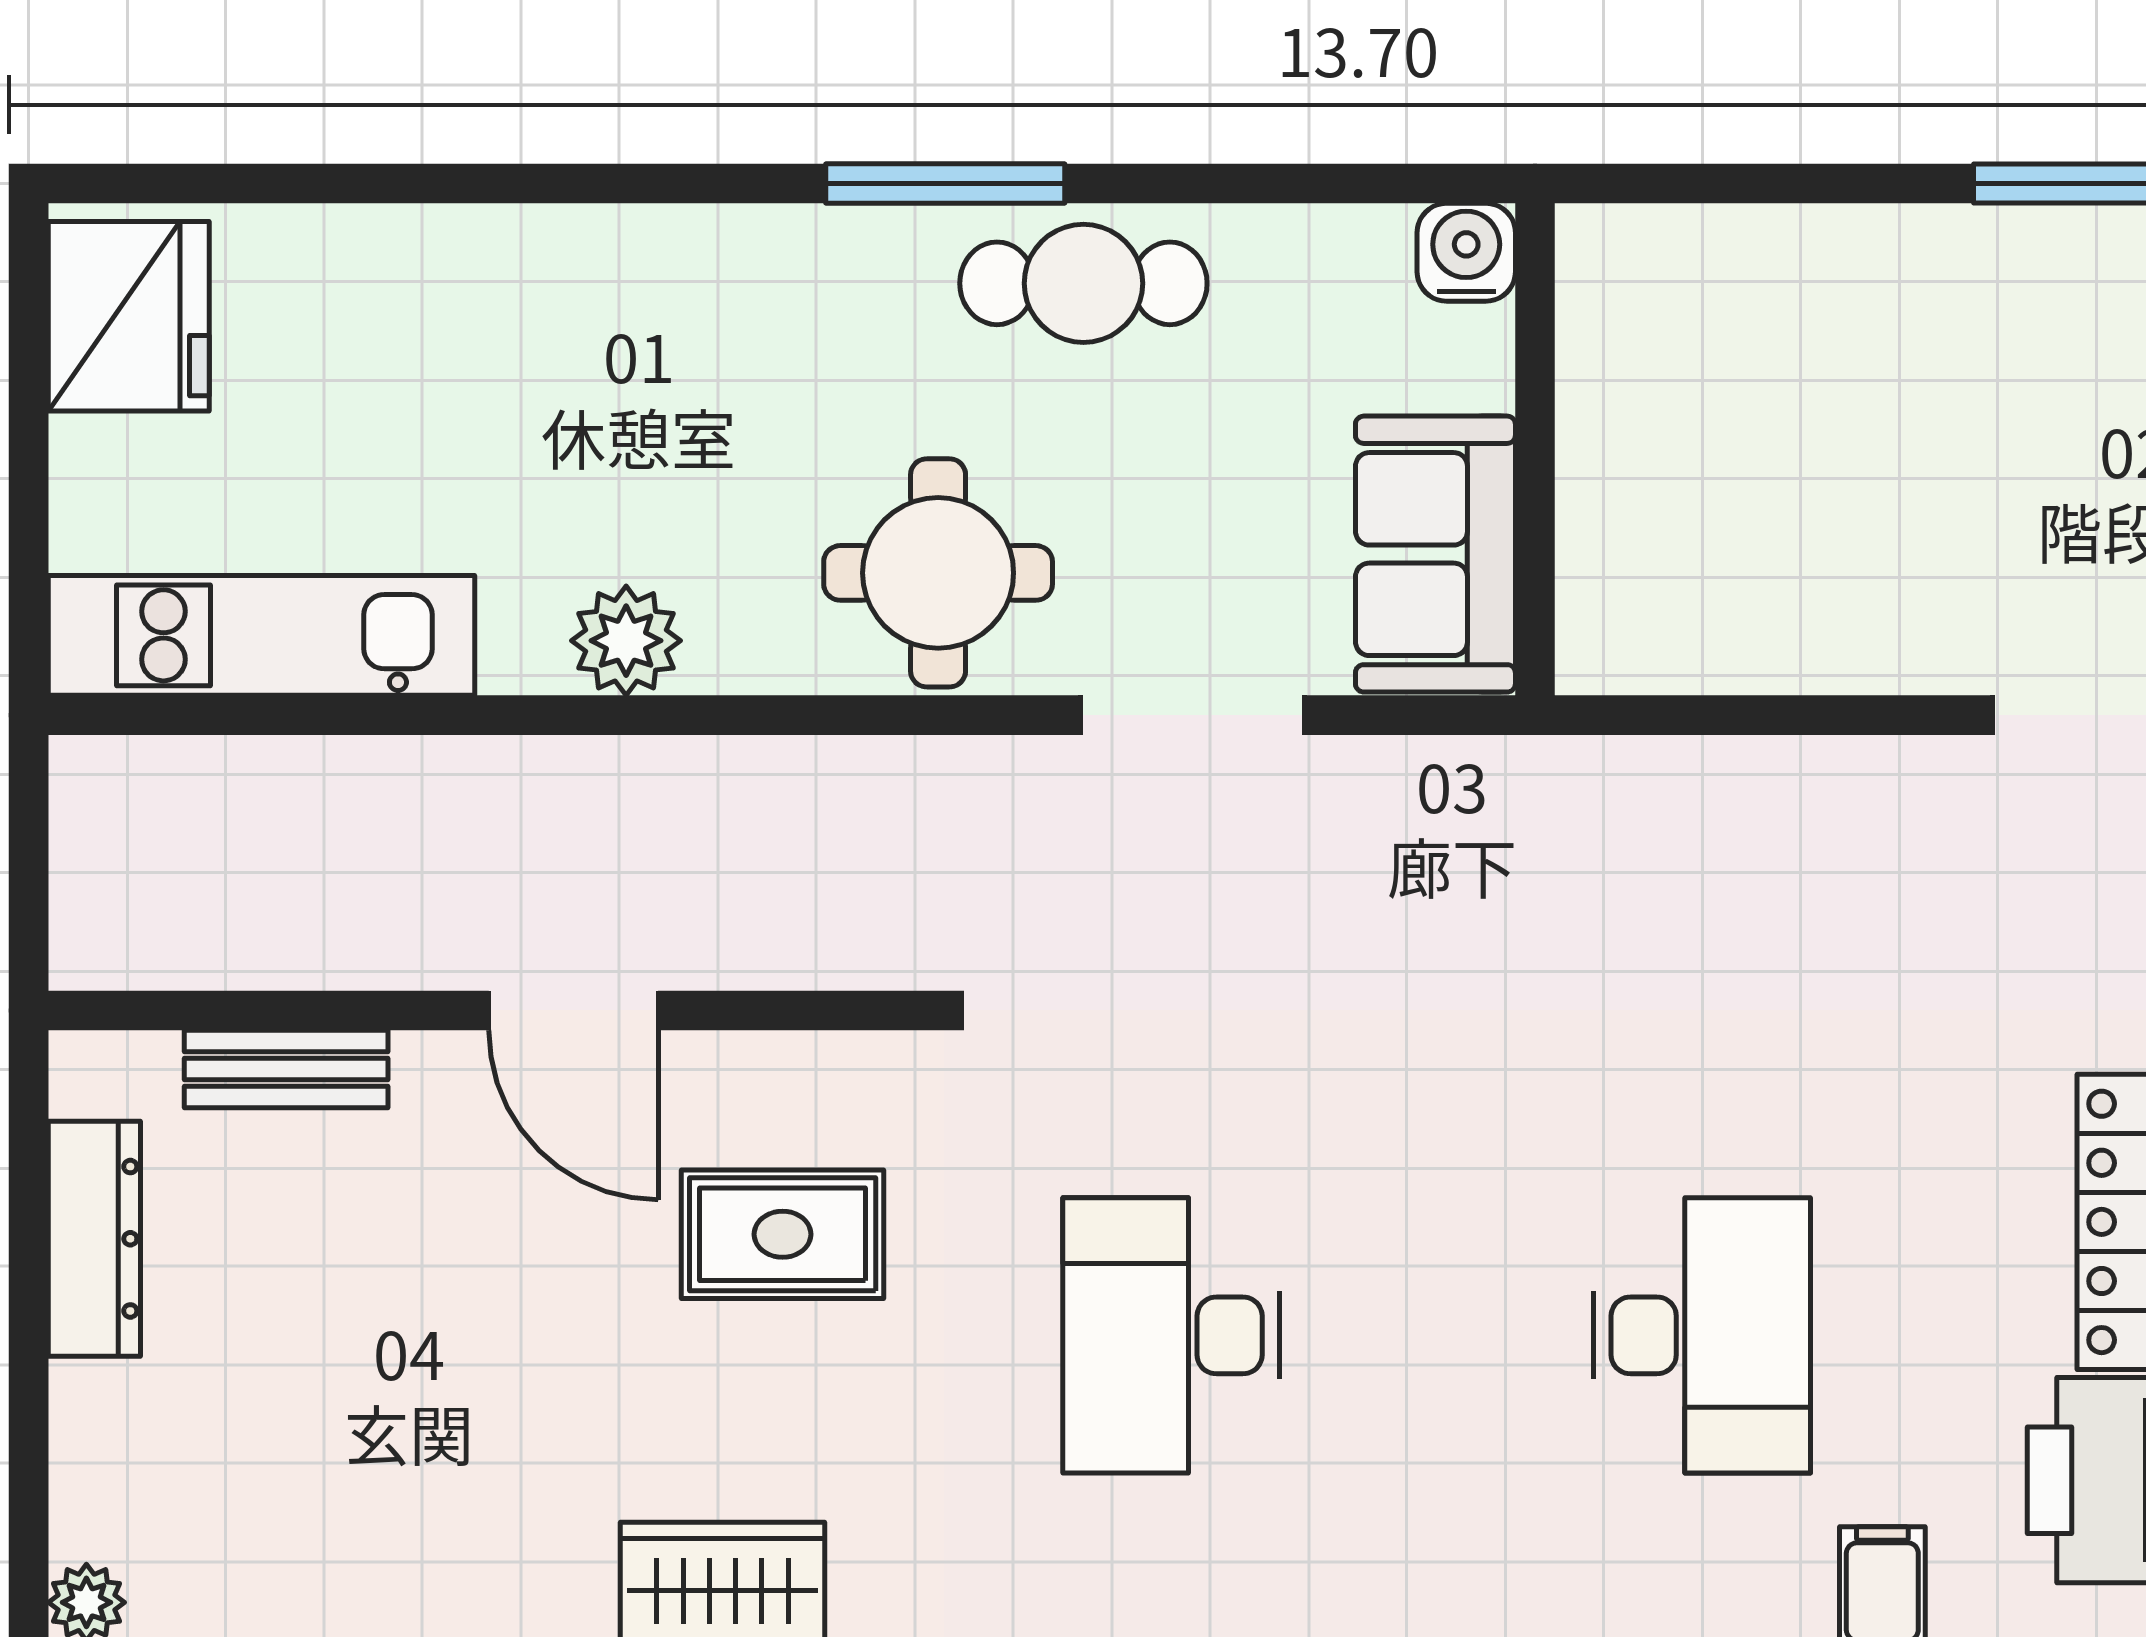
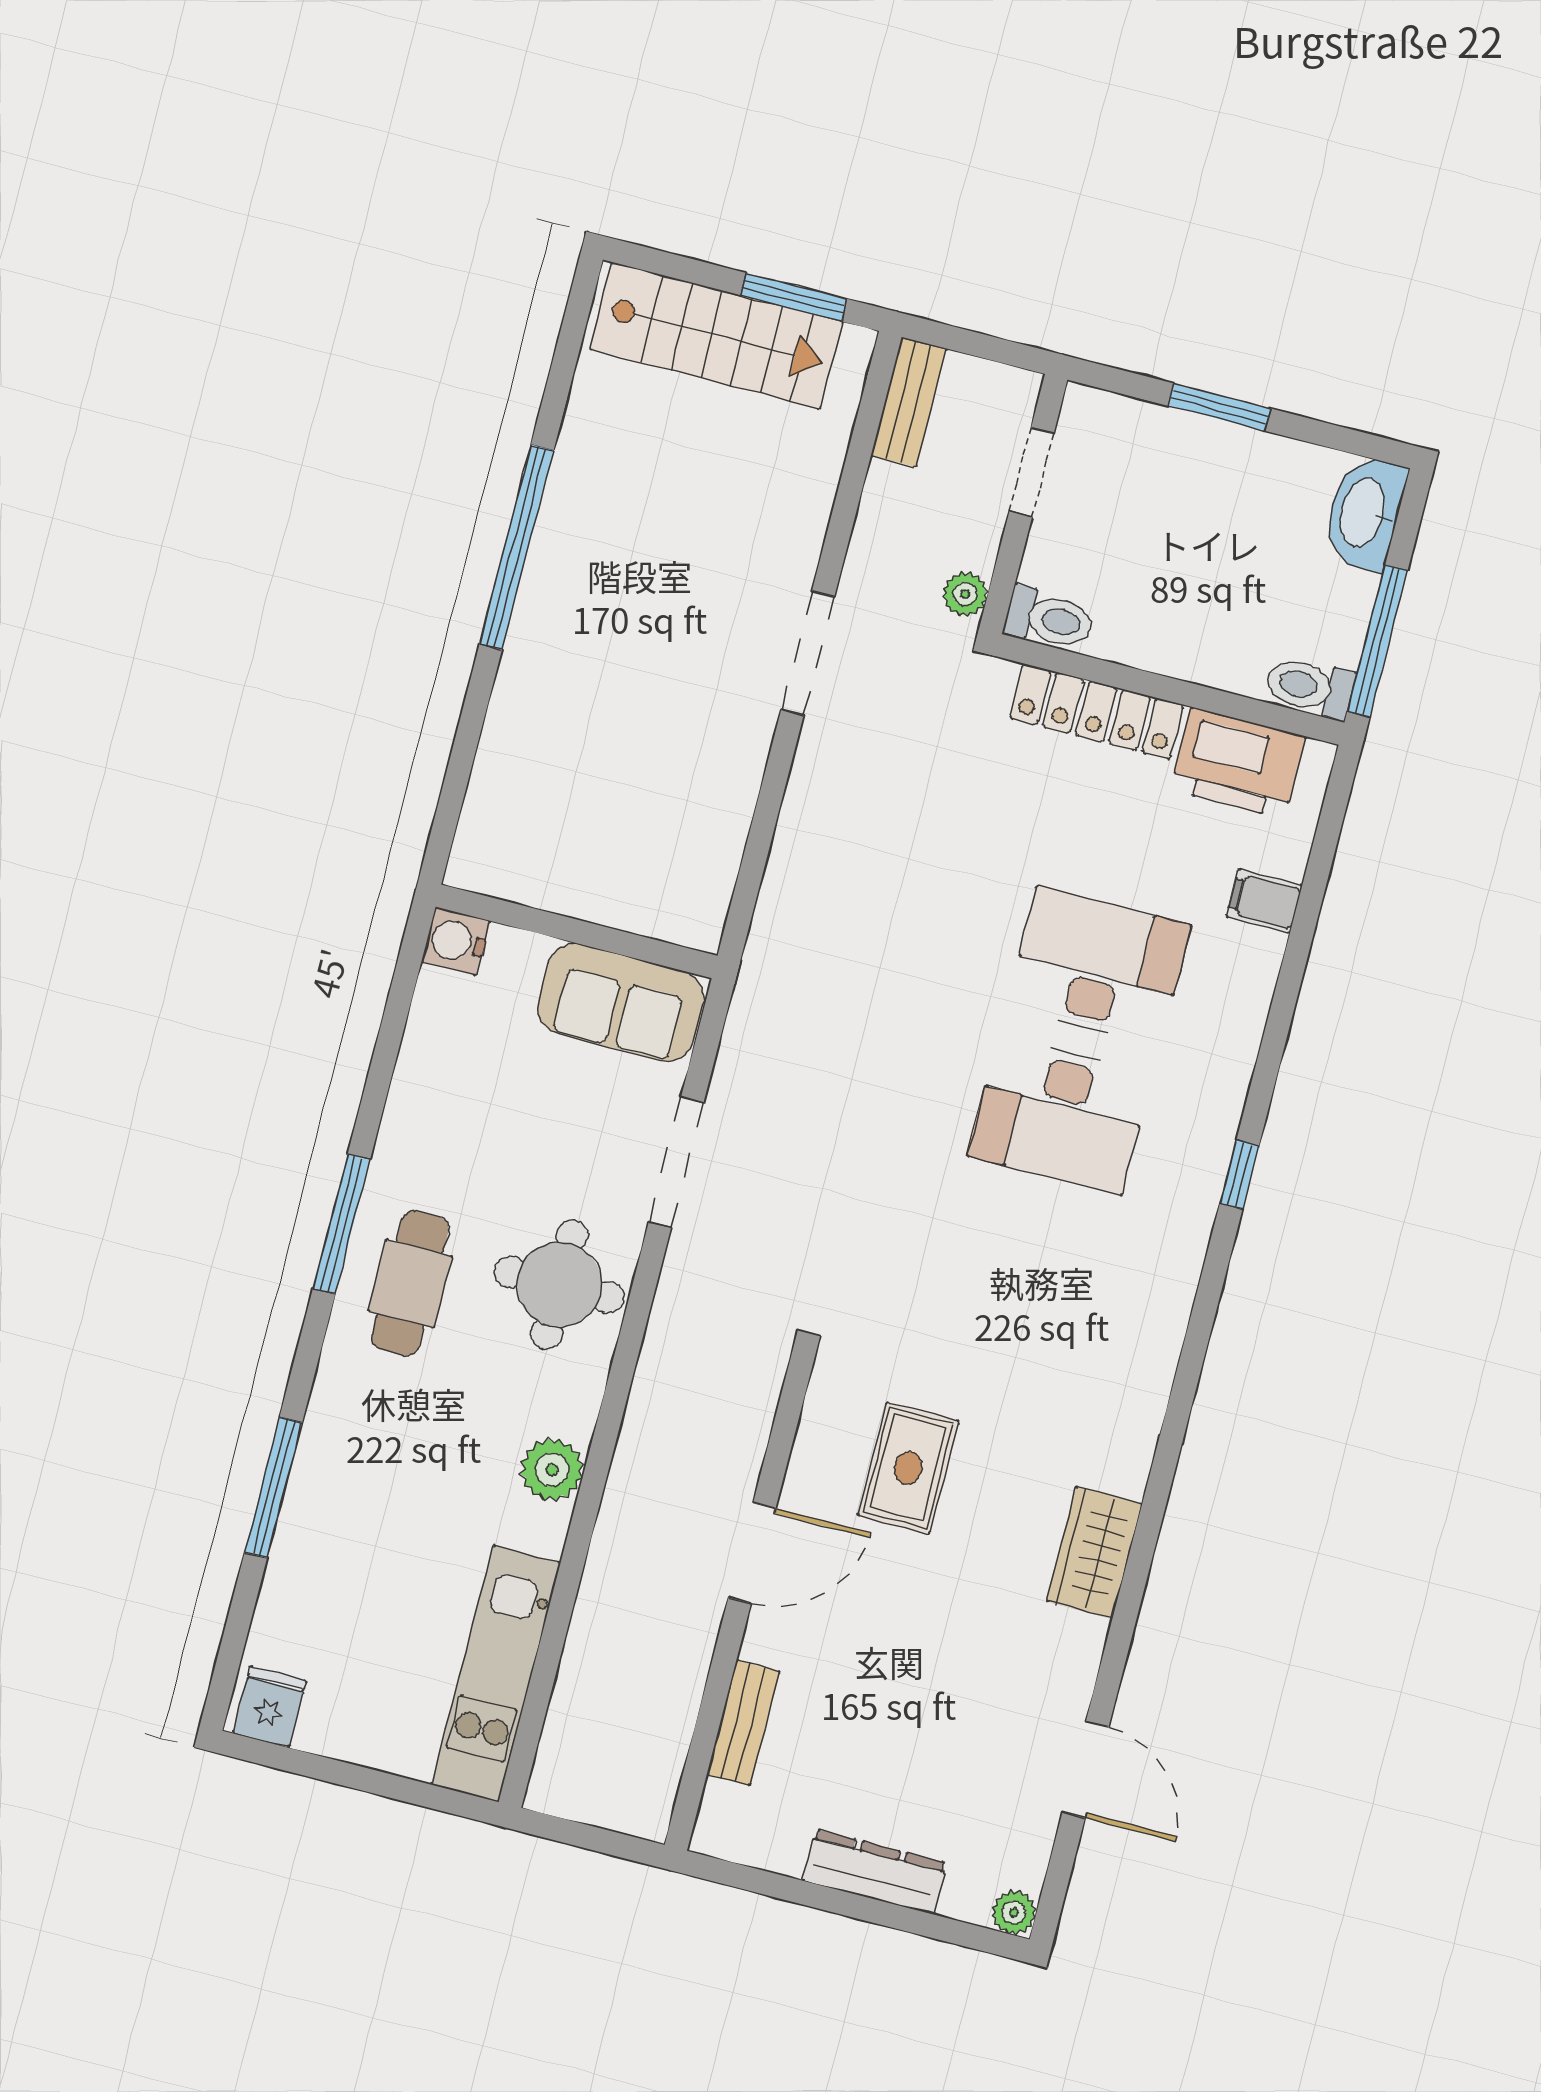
window: (476, 183) -> (273, 1488), added
cafe table: (1083, 283) -> (410, 1283), moved
fridge: (129, 316) -> (270, 1707), width x0.53, depth x0.75
dresser: (94, 1239) -> (875, 1872), moved
desk: (1171, 1335) -> (1060, 1115), moved

